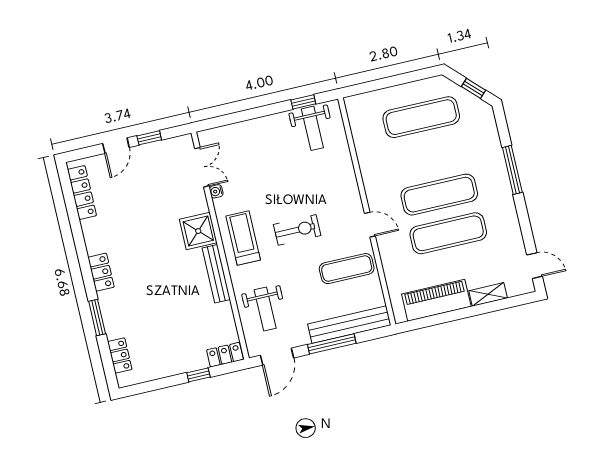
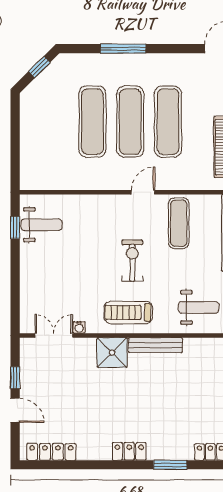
exercise mat: (421, 117) -> (92, 122), moved

